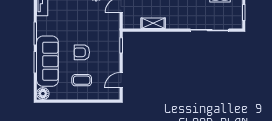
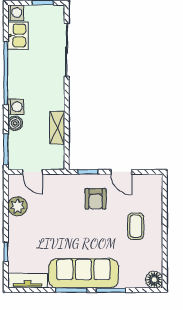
armchair: (82, 52) -> (96, 199), moved
sofa: (47, 61) -> (83, 273), moved
door: (121, 80) -> (121, 172), moved

